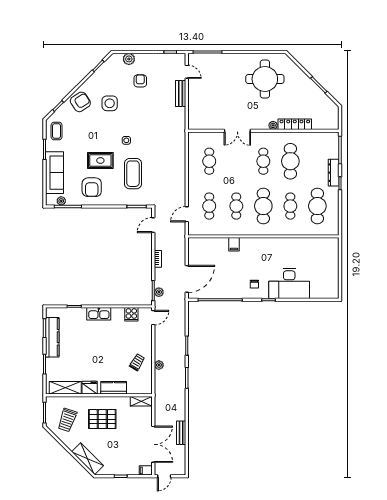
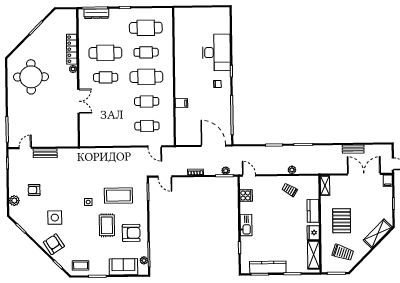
cafe table: (209, 161) -> (106, 126), removed
sofa: (55, 173) -> (123, 267), width x0.73
dresser: (334, 173) -> (96, 14), moved

